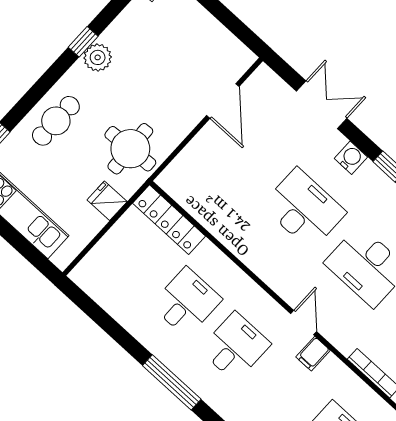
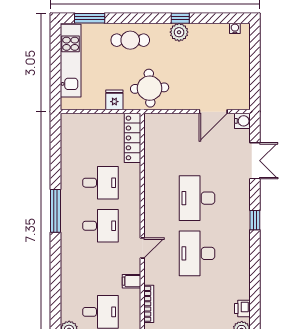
water cooler: (351, 158) -> (242, 121), moved
desk: (304, 209) -> (197, 198), turned 180
filing cabinet: (313, 354) -> (132, 281), moved

